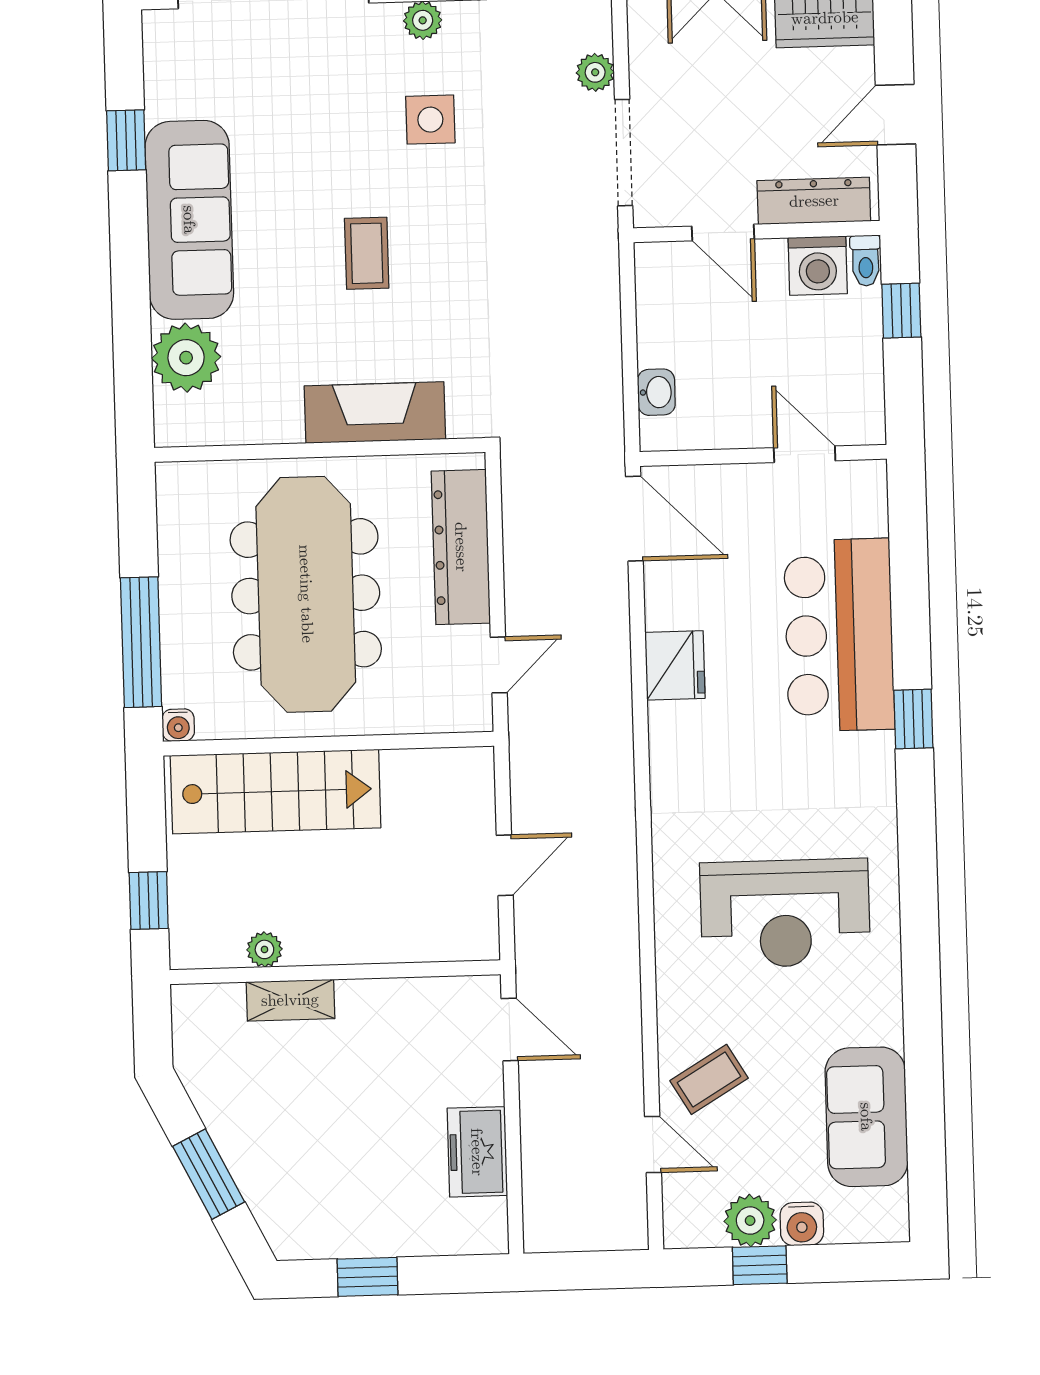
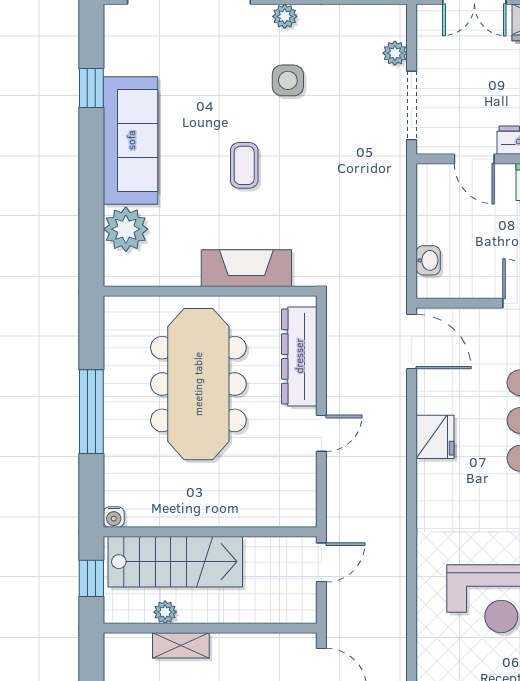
water cooler: (178, 725) -> (114, 517), moved
wall: (328, 744) -> (210, 532), moved
stairs: (276, 792) -> (175, 562), moved

